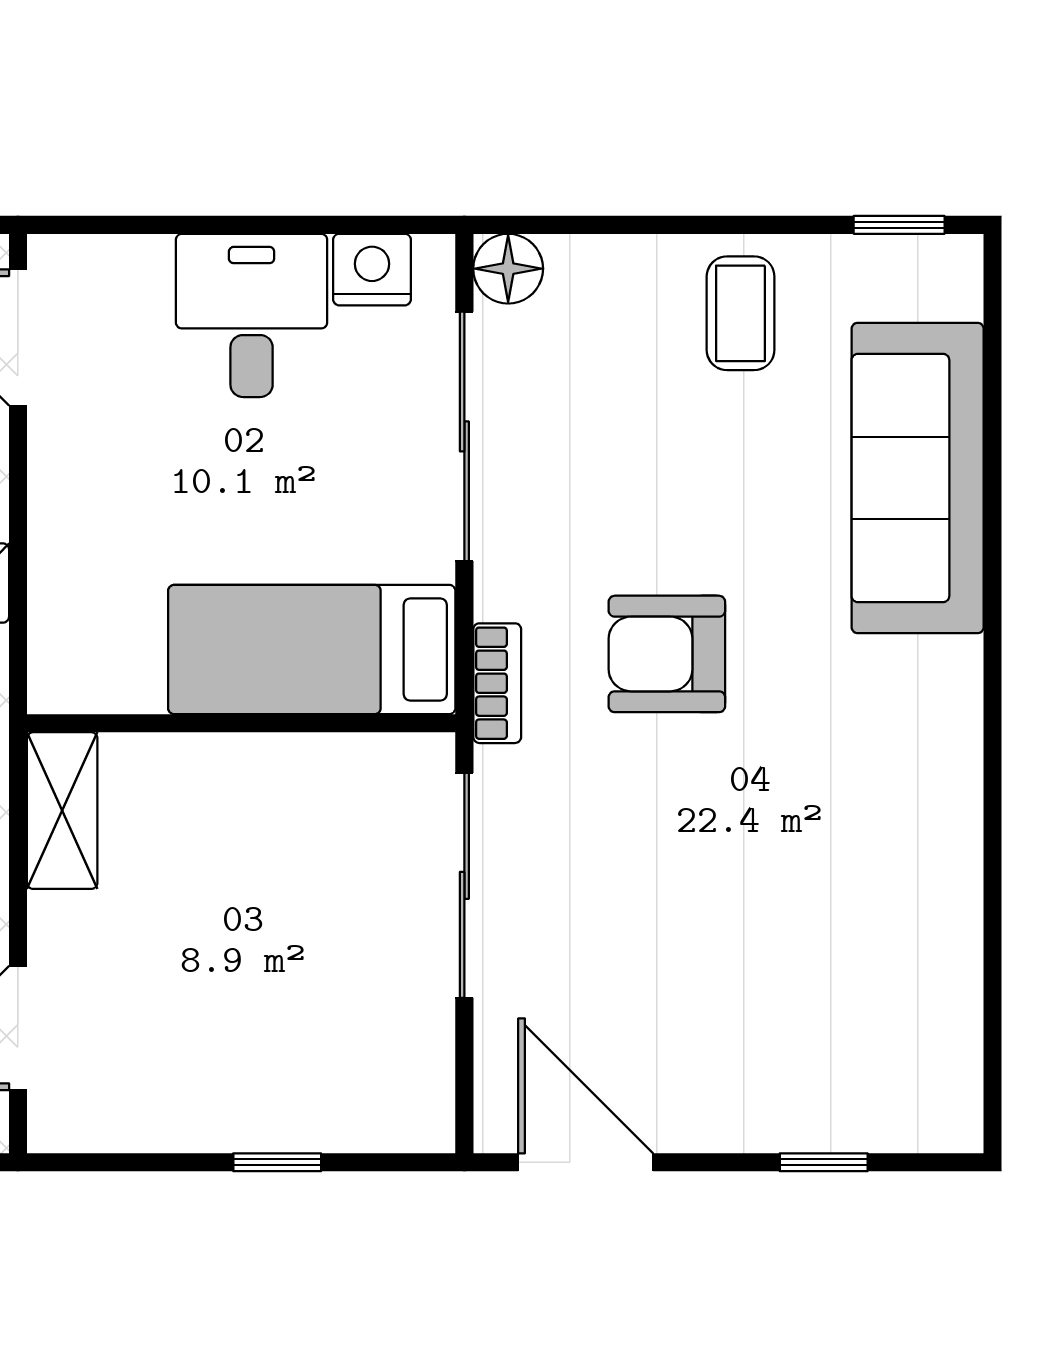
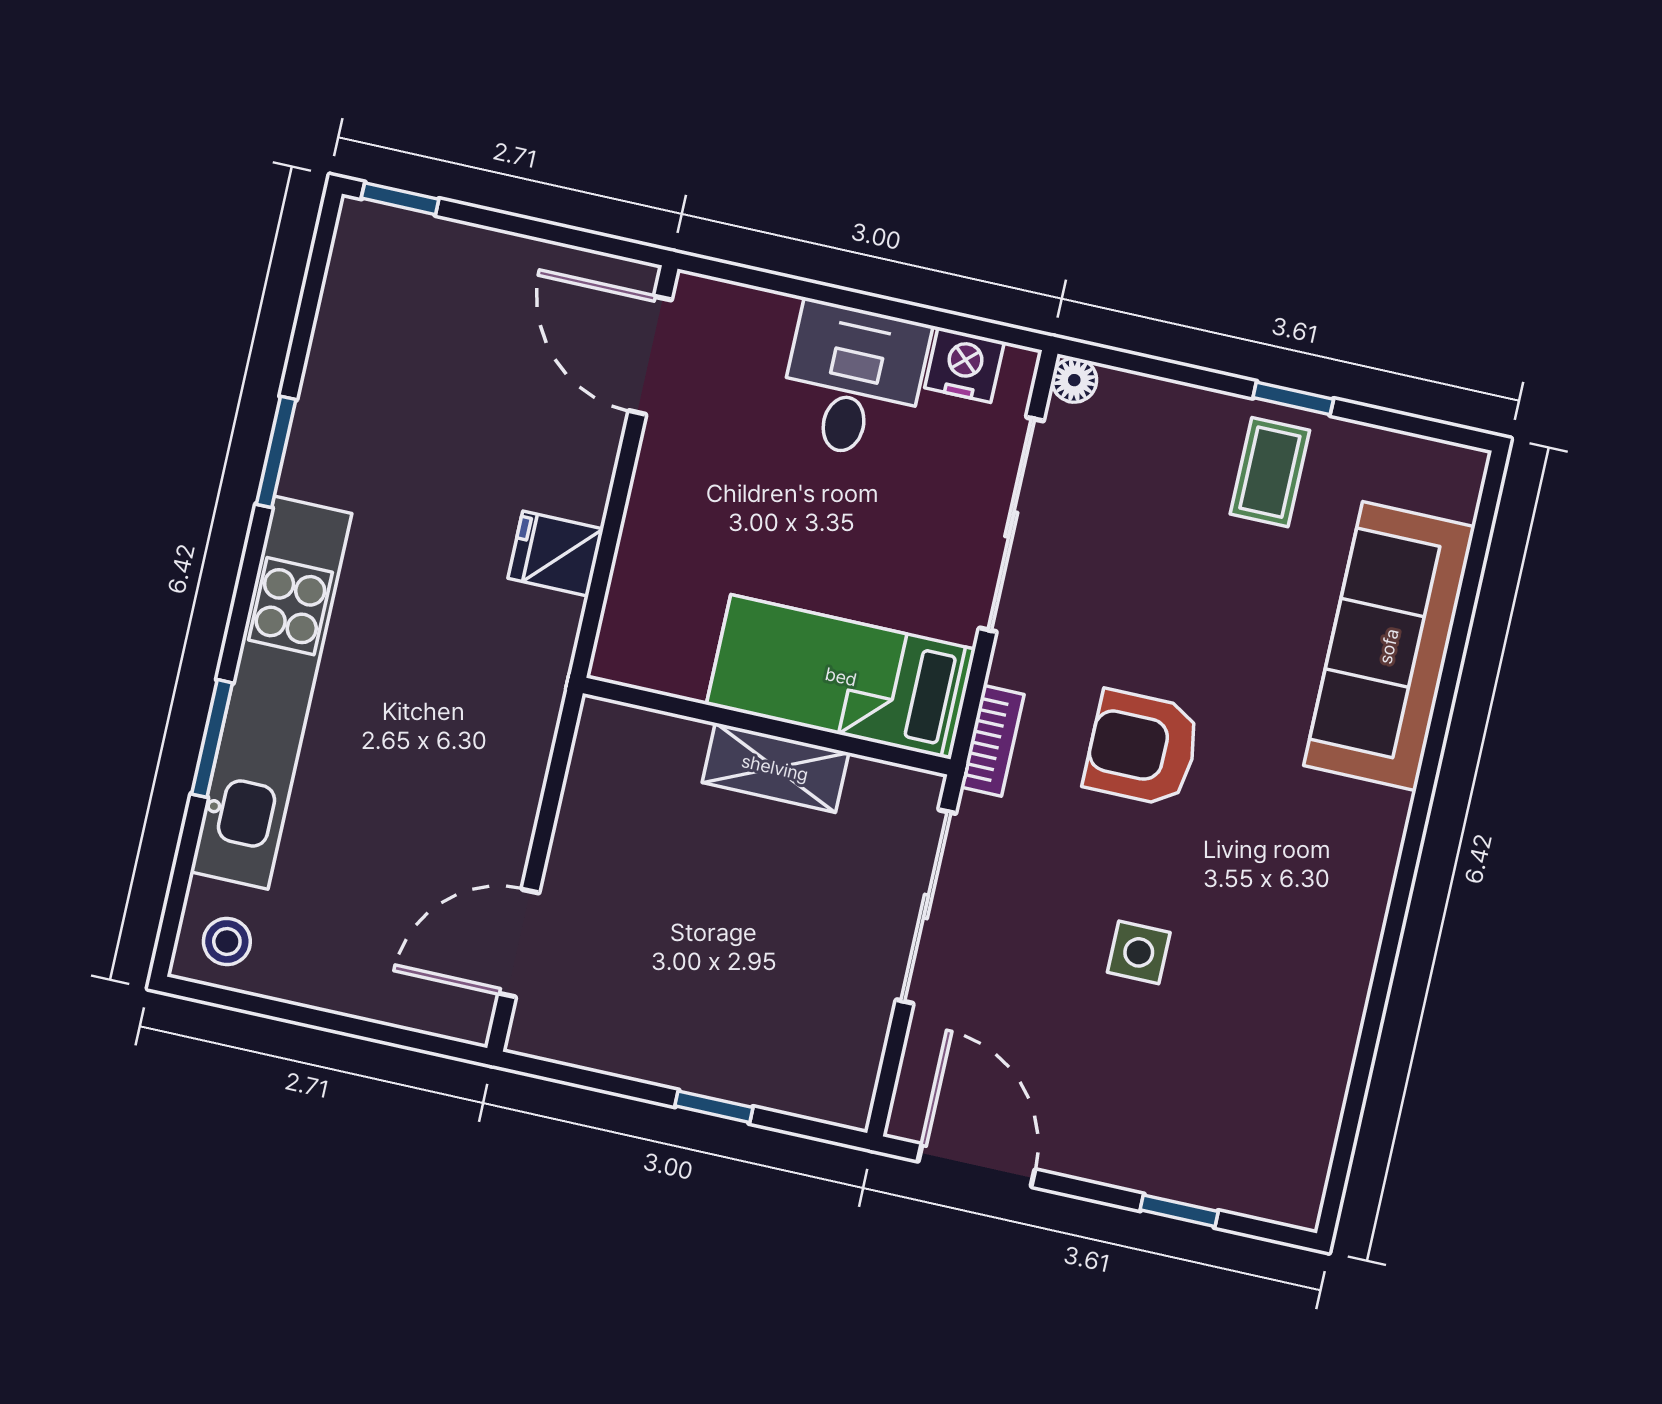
window: (899, 225) -> (1293, 398), moved
floor lamp: (508, 269) -> (1074, 380), width x0.73, depth x0.73
shelving: (62, 811) -> (775, 768), moved, turned 90
side table: (714, 883) -> (1139, 952), added

